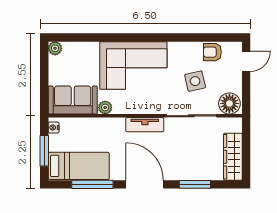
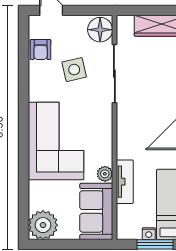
plant: (55, 48) -> (43, 225), width x1.88, depth x1.88
tv unit: (145, 125) -> (125, 182), moved
nightstand: (54, 128) -> (149, 234), moved

